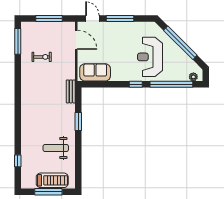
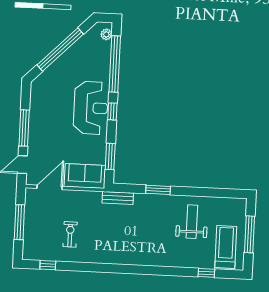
window: (18, 41) -> (48, 265), width x0.46
reception desk: (150, 57) -> (91, 108), moved, turned -90
sofa: (95, 72) -> (85, 176), moved, turned 90
window: (102, 84) -> (110, 157), added
weight bench: (56, 148) -> (192, 222), turned 180
treadmill: (52, 180) -> (226, 247), moved

